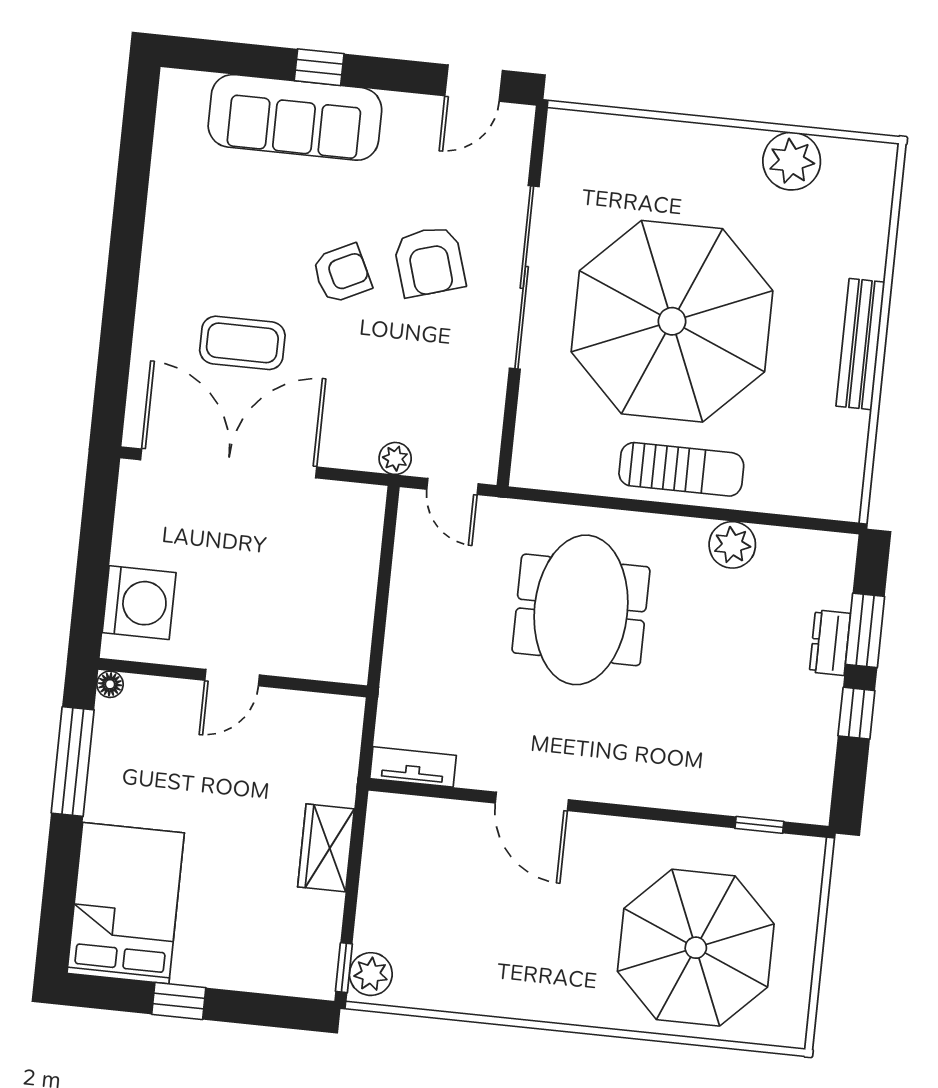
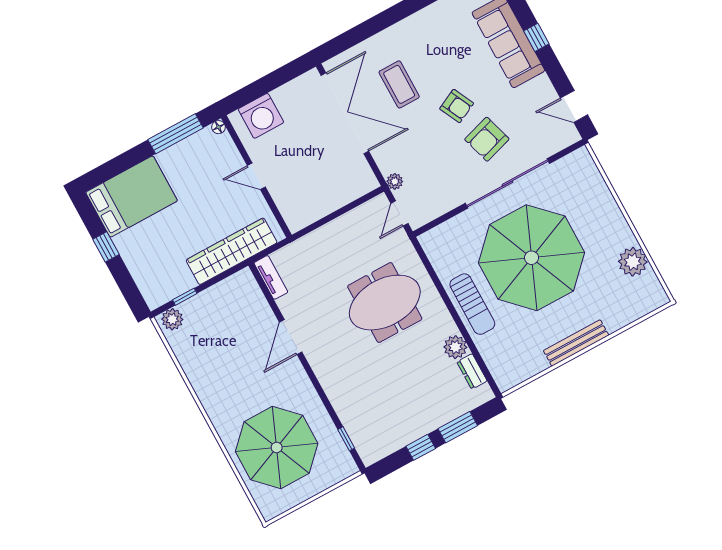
dresser: (830, 643) -> (472, 371), moved, turned -90
wardrobe: (326, 848) -> (232, 251), width x2.10, depth x1.17
window: (344, 968) -> (185, 297), moved

